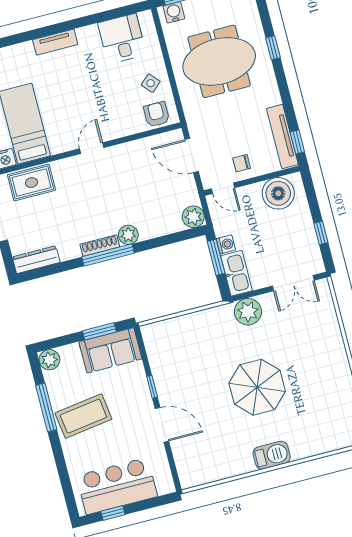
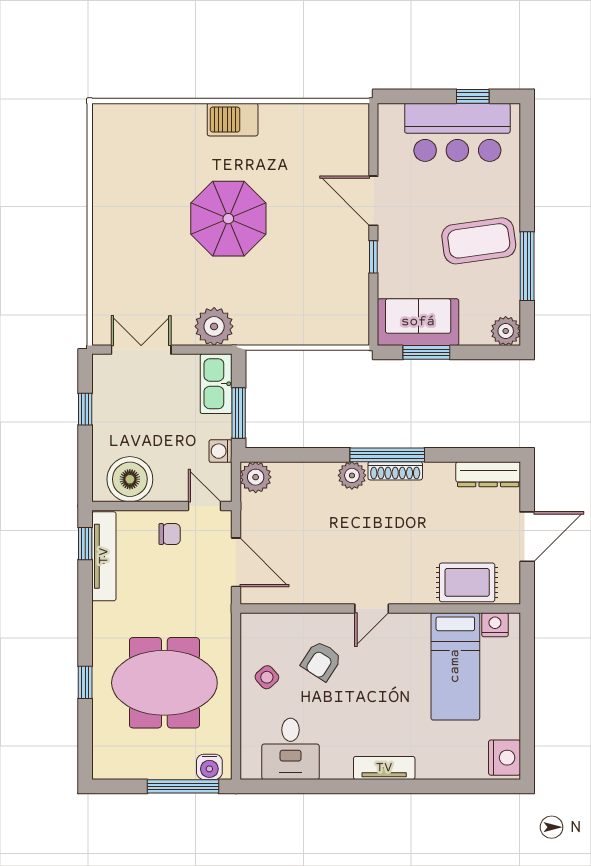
armchair: (156, 114) -> (321, 661), moved, turned 33
washing machine: (226, 244) -> (220, 451), moved

